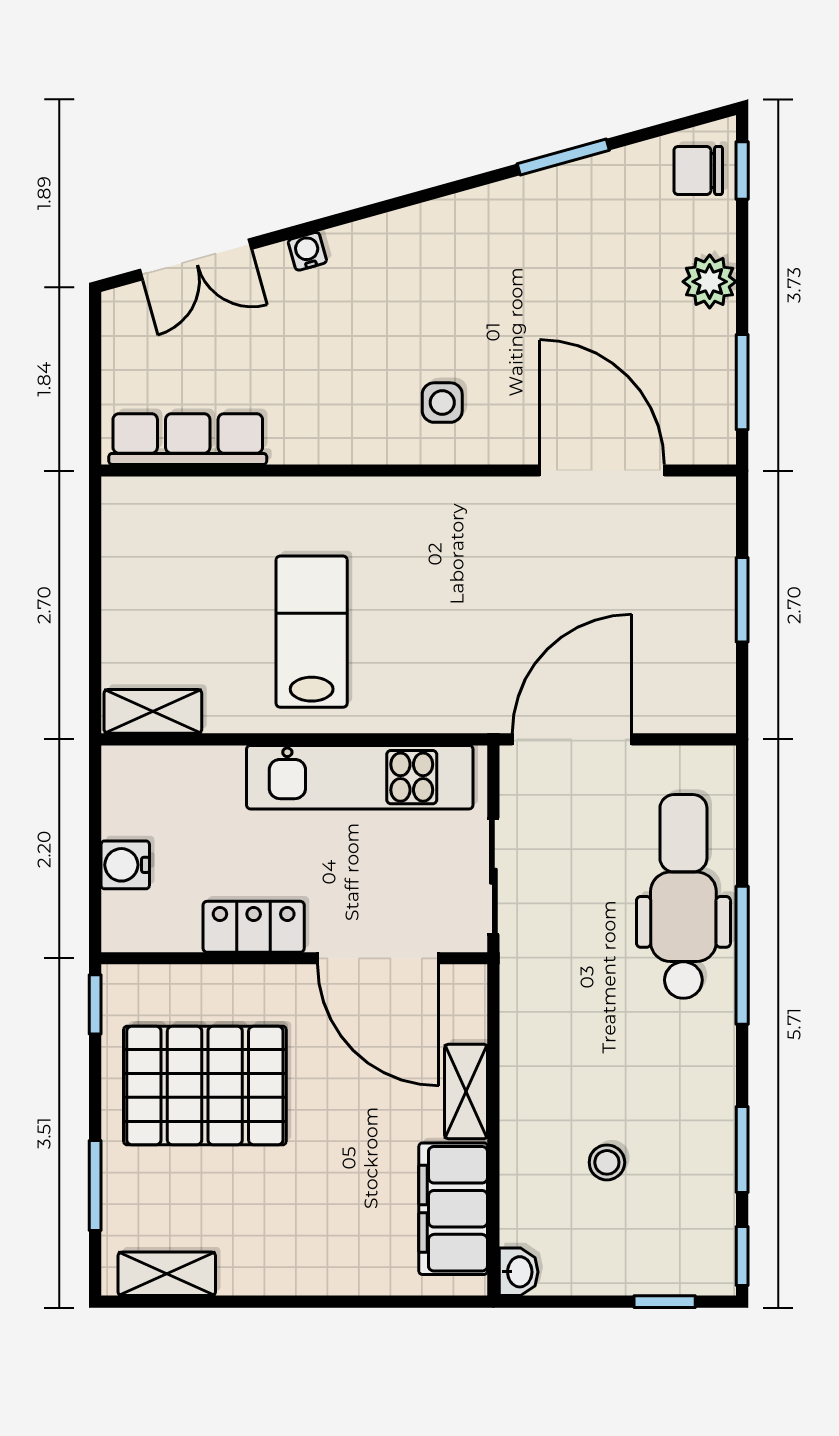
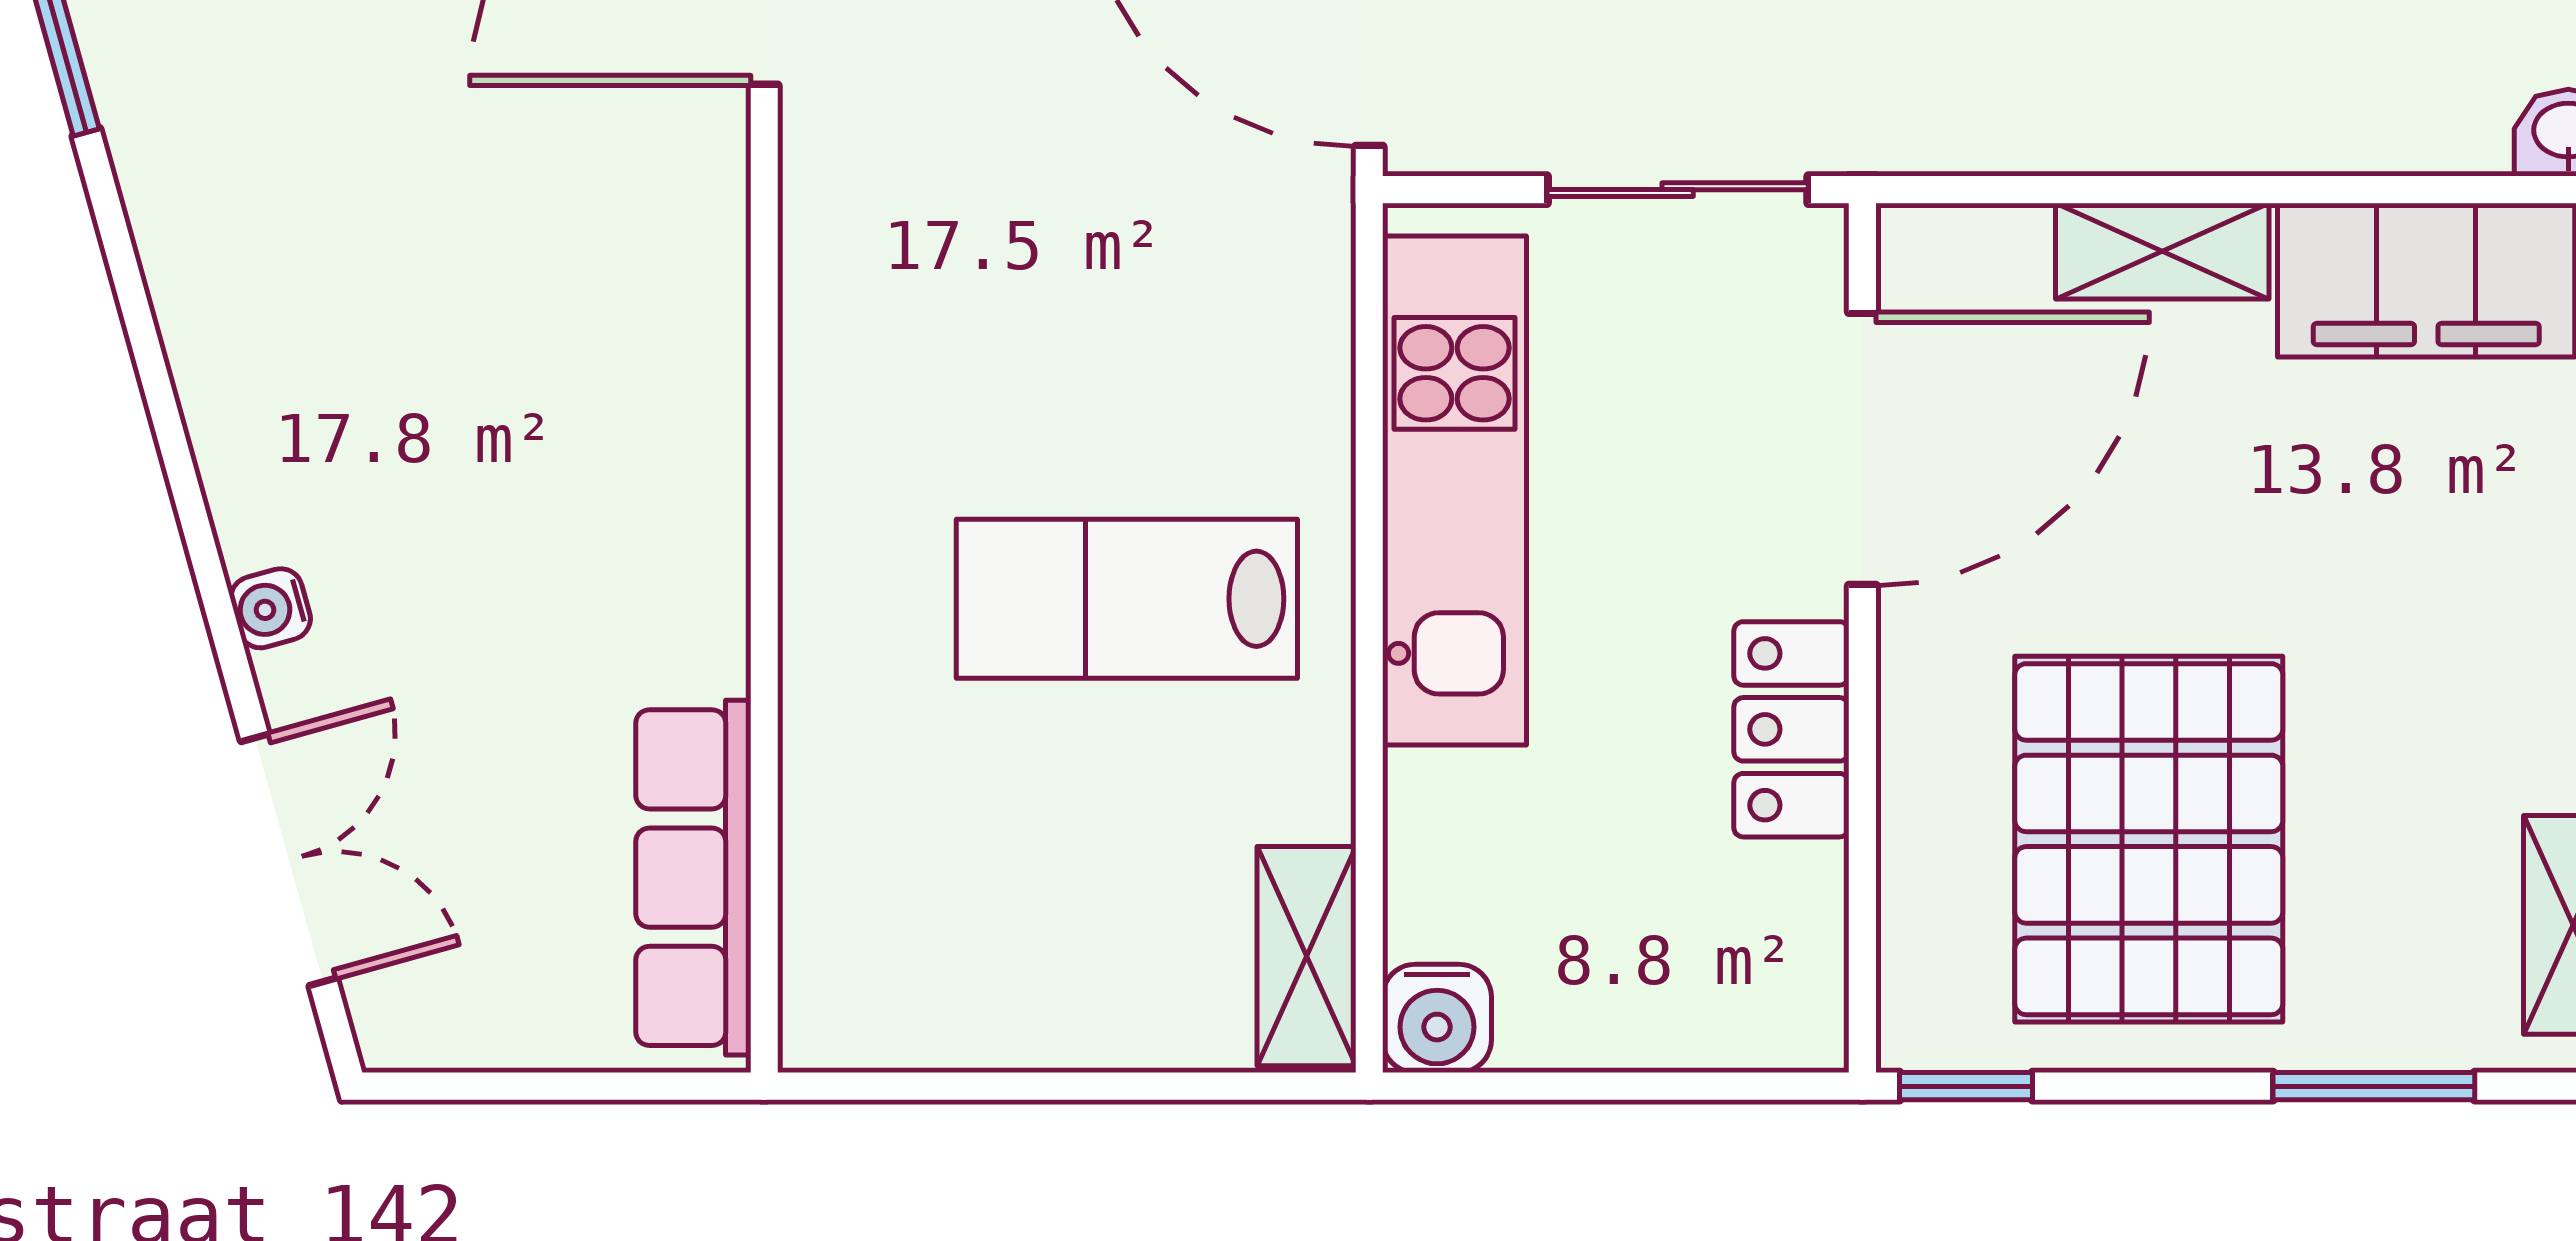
side table: (442, 403) -> (611, 305), removed
water cooler: (125, 865) -> (1437, 1018), moved

